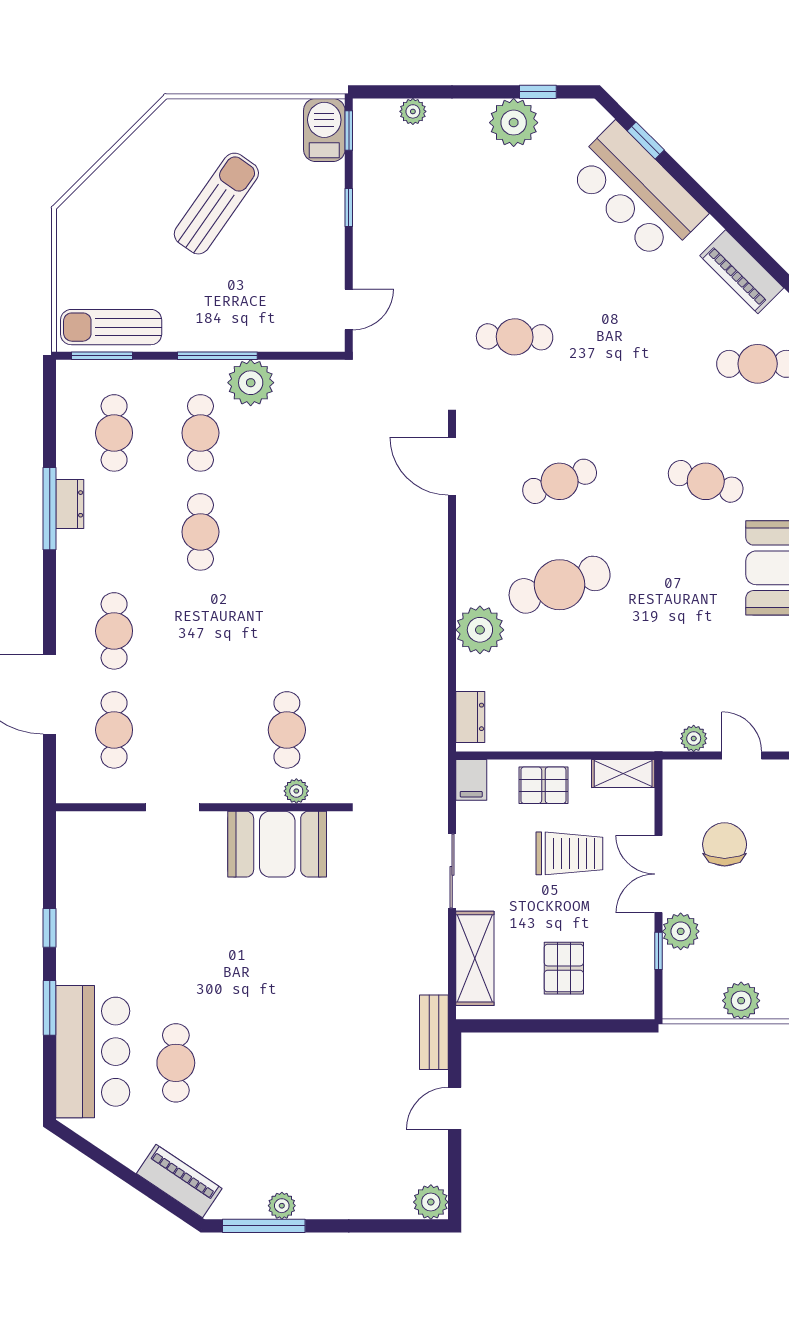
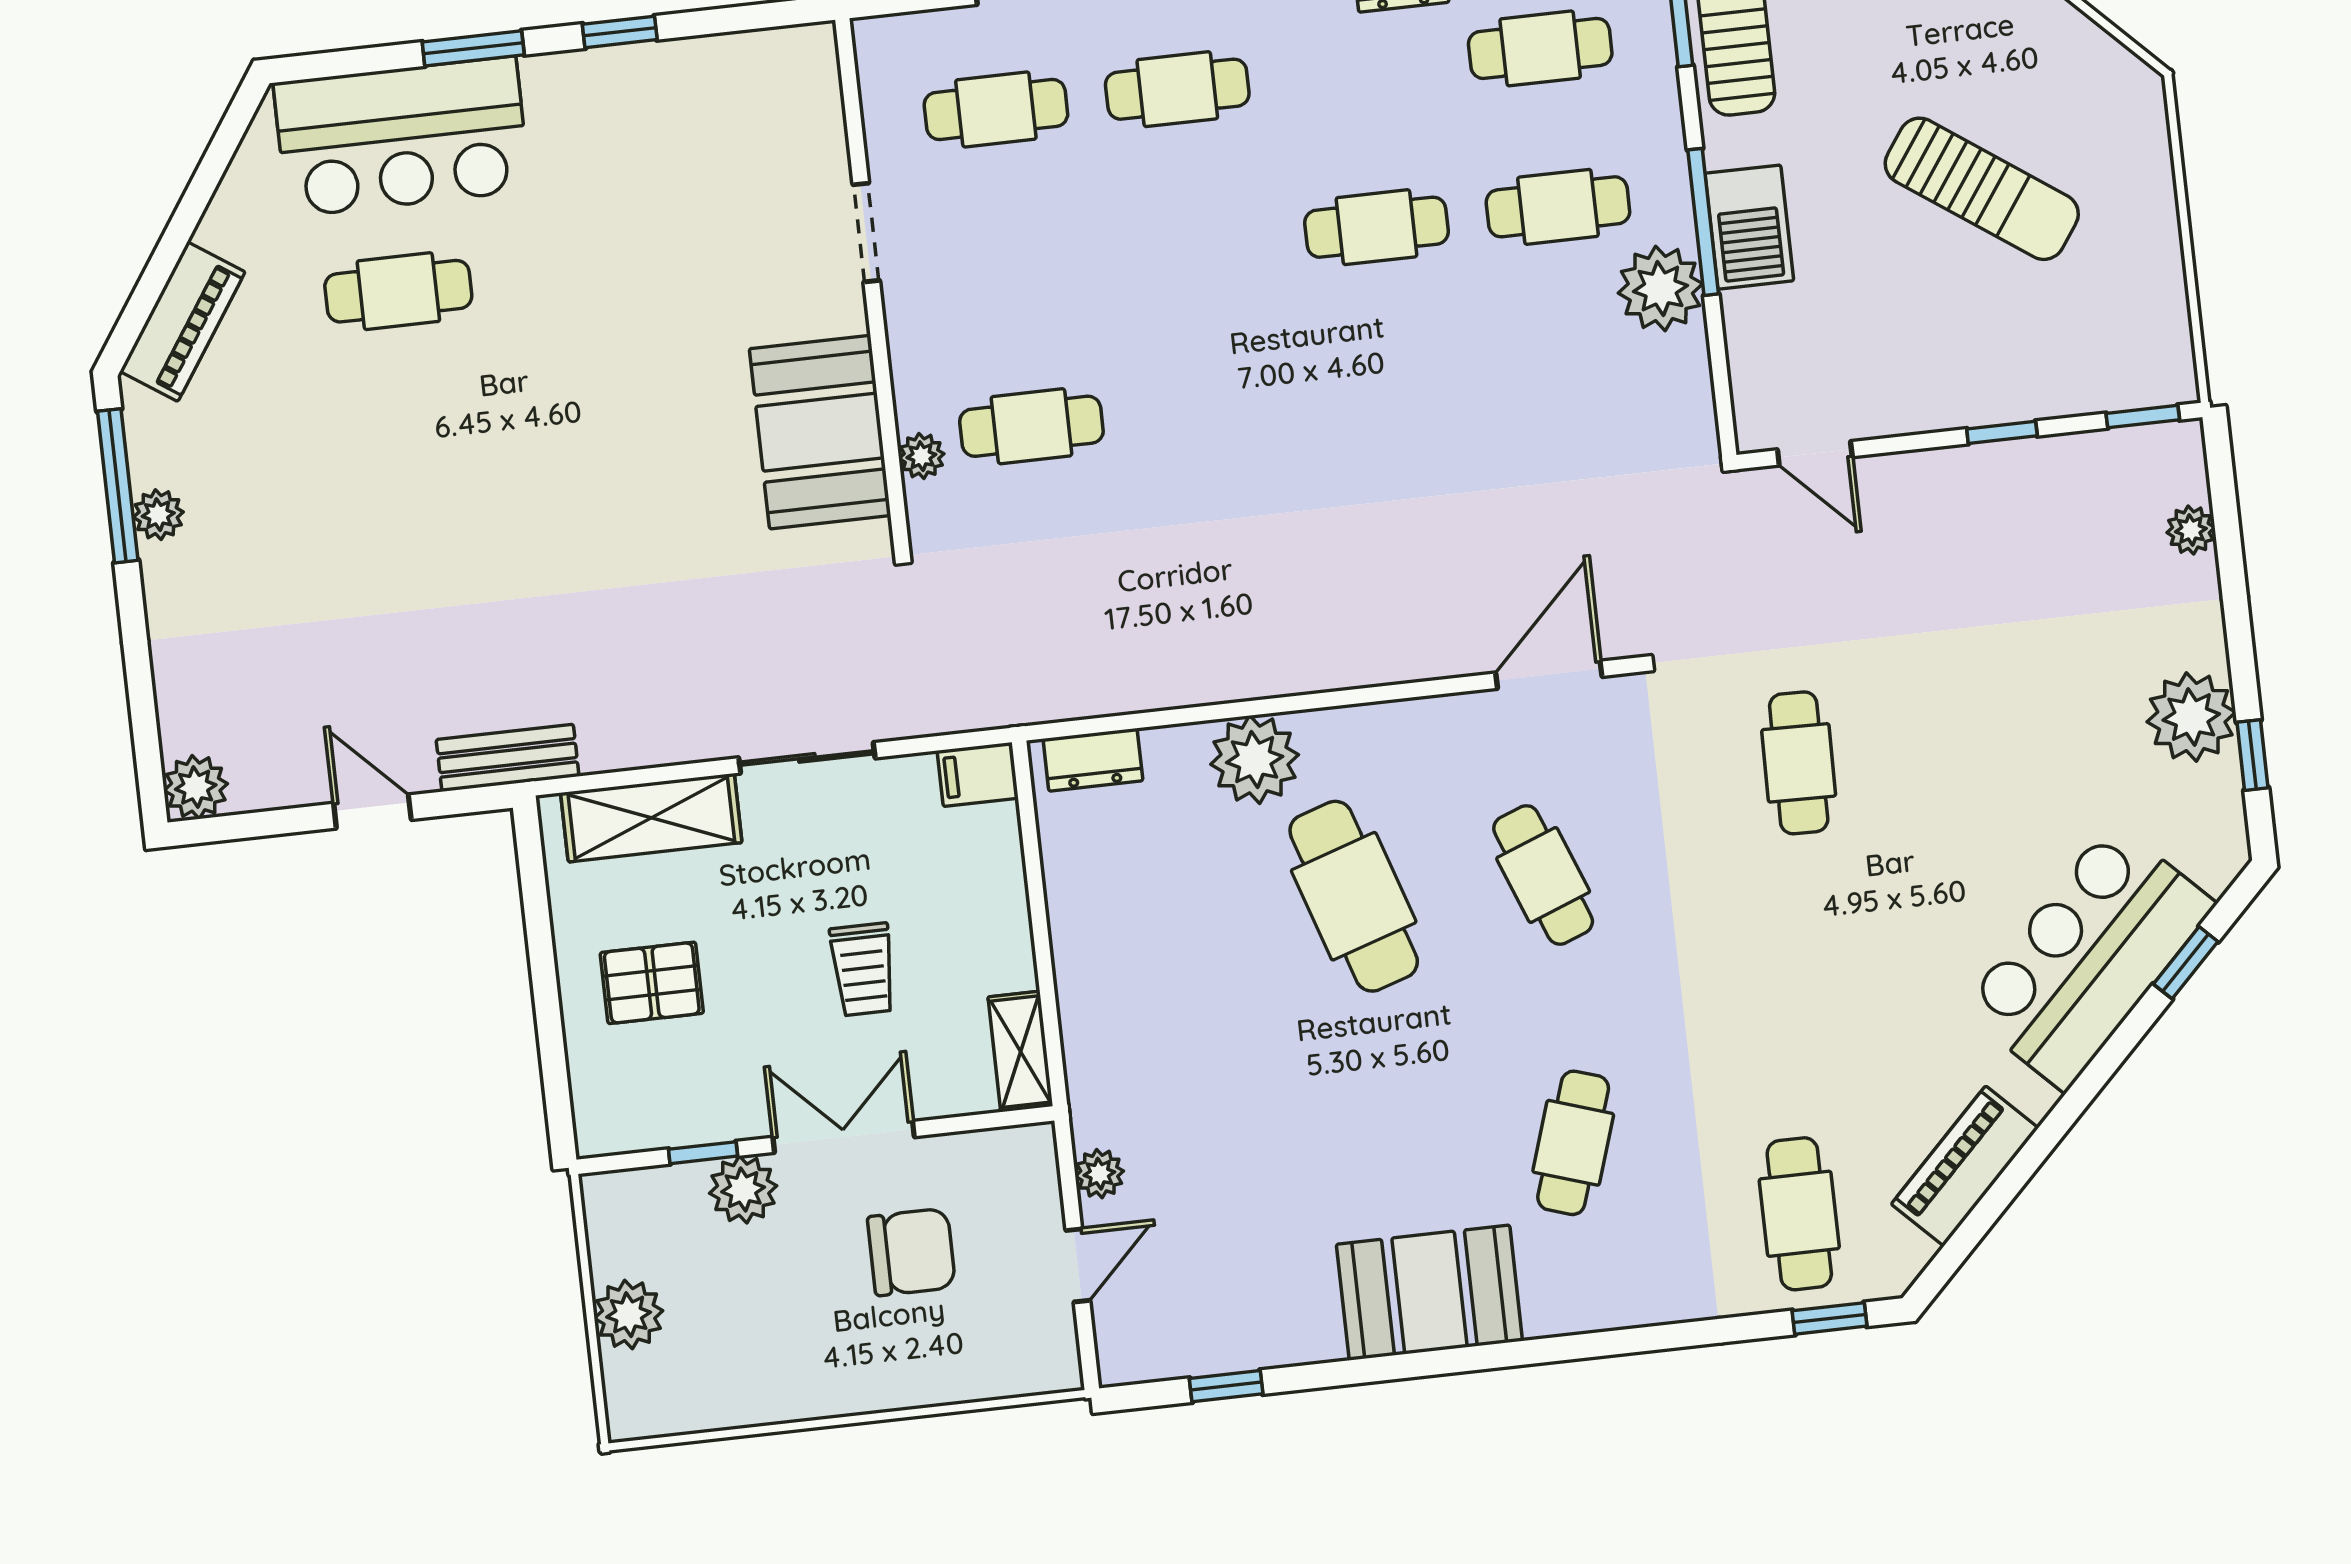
barbecue: (324, 130) -> (1749, 227), moved, turned 90
pallet: (543, 785) -> (983, 908), removed
trolley: (569, 853) -> (863, 969), width x0.73, depth x0.72

